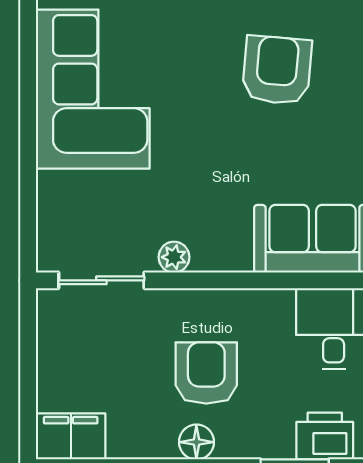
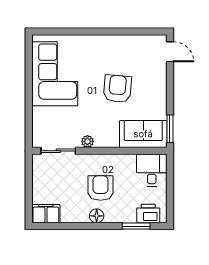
armchair: (277, 70) -> (117, 89), moved

